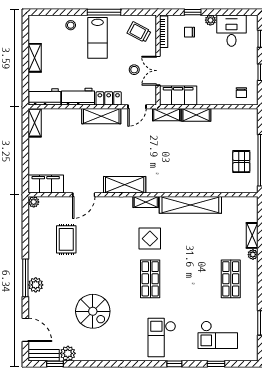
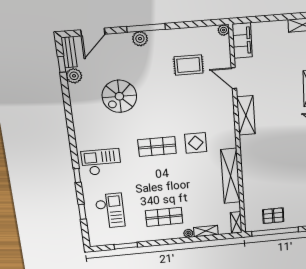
shelving: (146, 202) -> (236, 222), moved
checkout: (218, 335) -> (110, 211), turned 180

